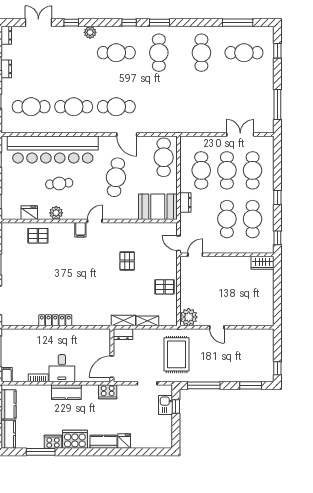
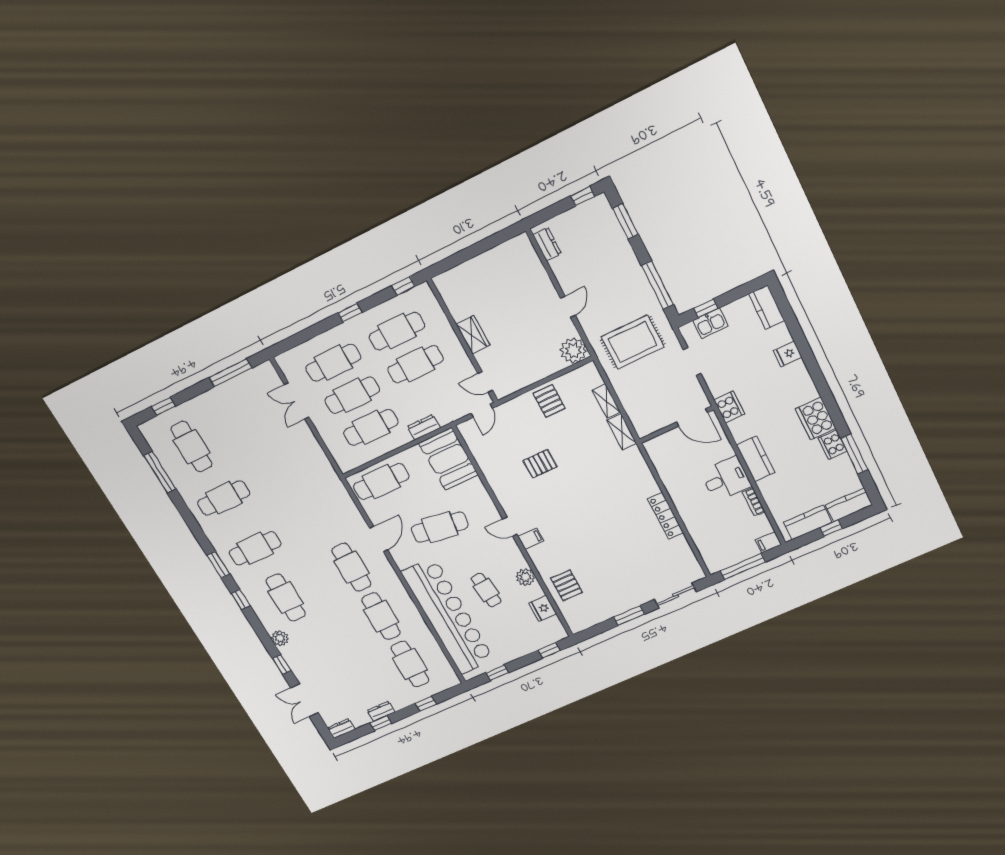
wardrobe: (263, 263) -> (473, 335), moved
dresser: (123, 334) -> (547, 244), moved
kitchen counter: (104, 442) -> (767, 307), moved

